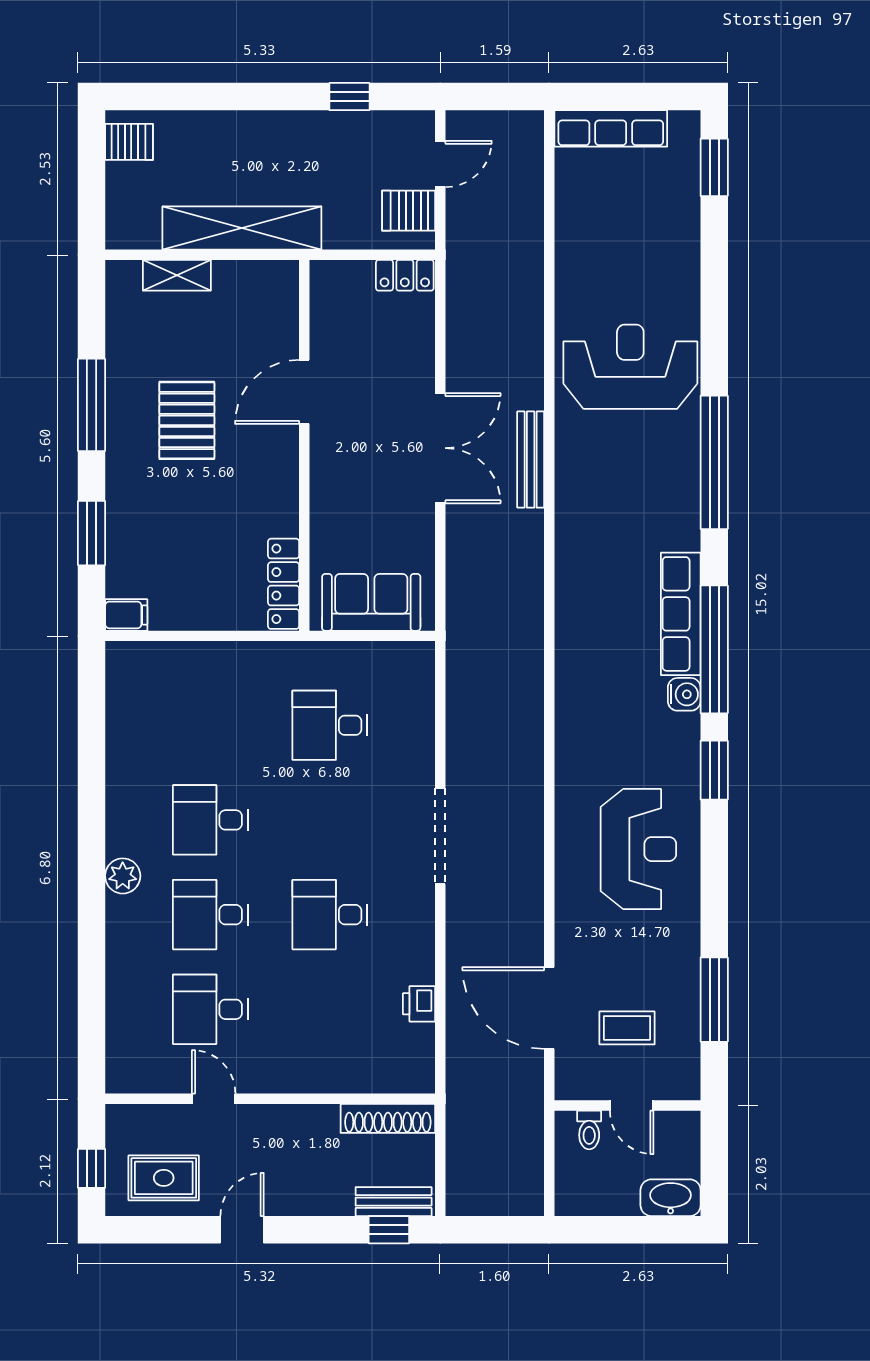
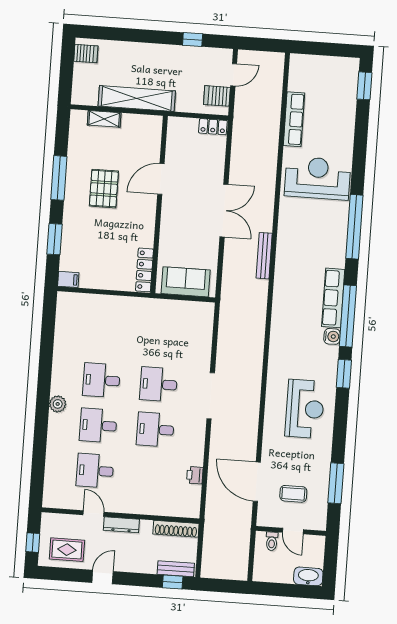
row of seats: (611, 128) -> (294, 119), moved, turned -90
bench: (531, 460) -> (264, 256), moved
desk: (330, 725) -> (159, 384), moved
dresser: (273, 1118) -> (121, 525), added

